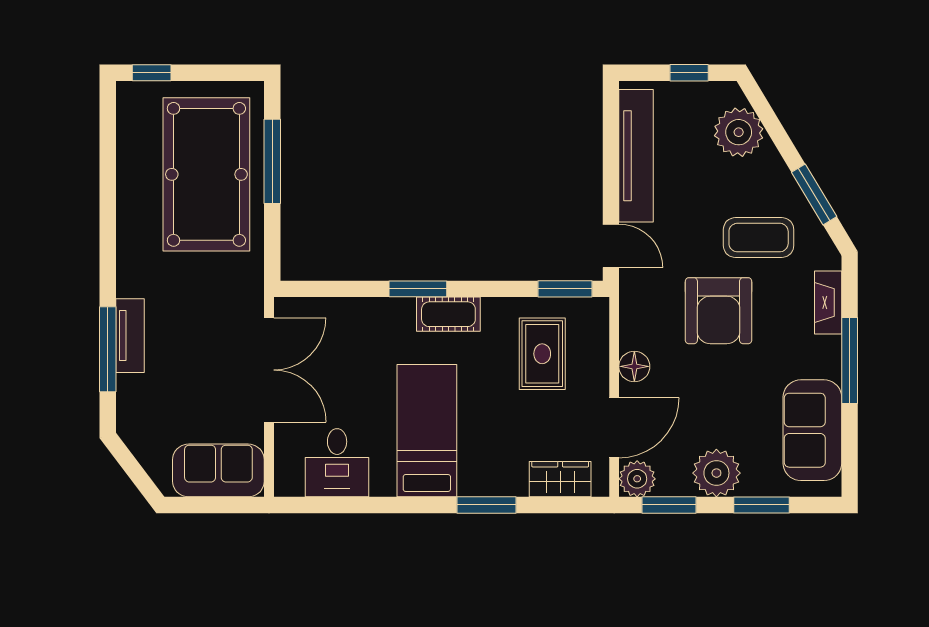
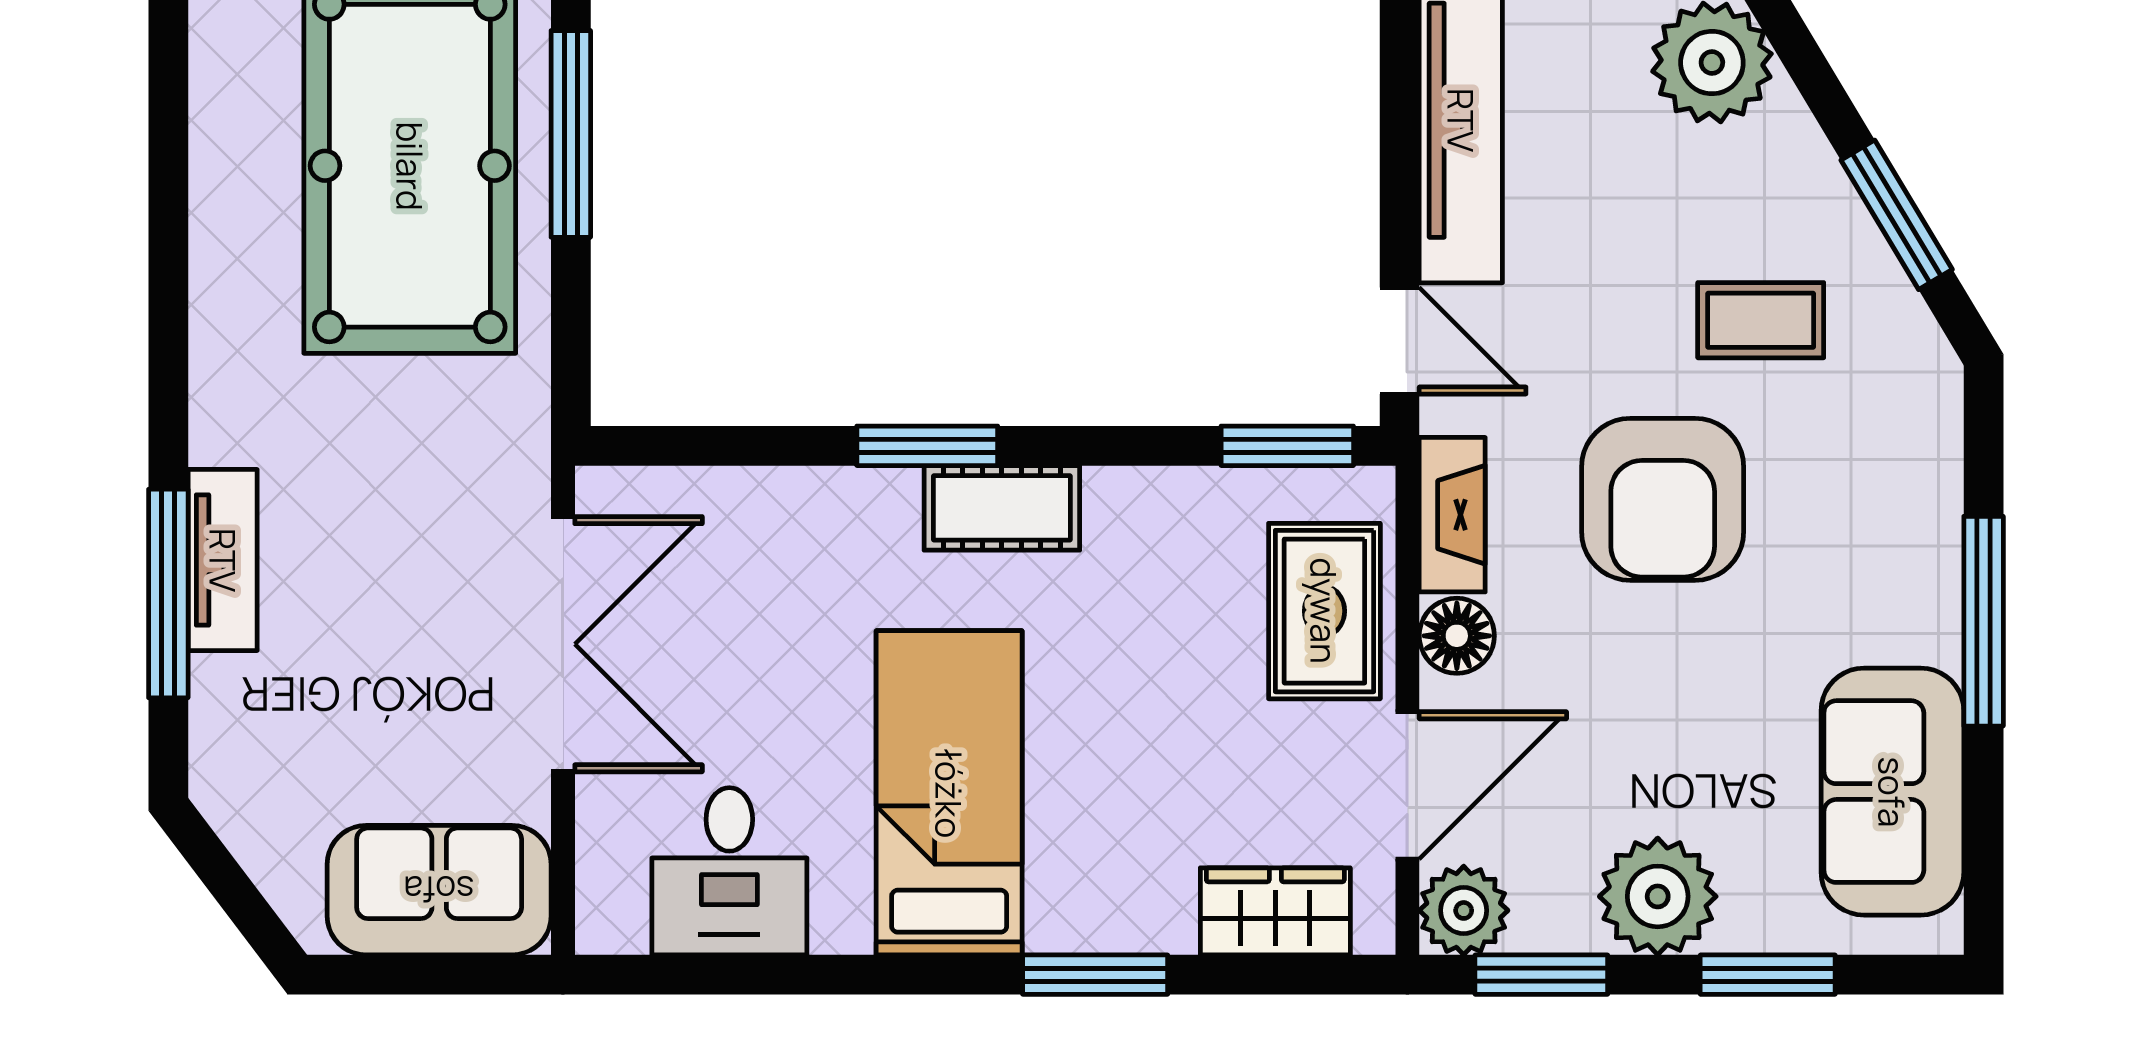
coffee table: (759, 238) -> (1761, 320), width x0.73, depth x0.77
fireplace: (828, 302) -> (1452, 515), moved, turned 180
rug: (542, 354) -> (1324, 611), moved

